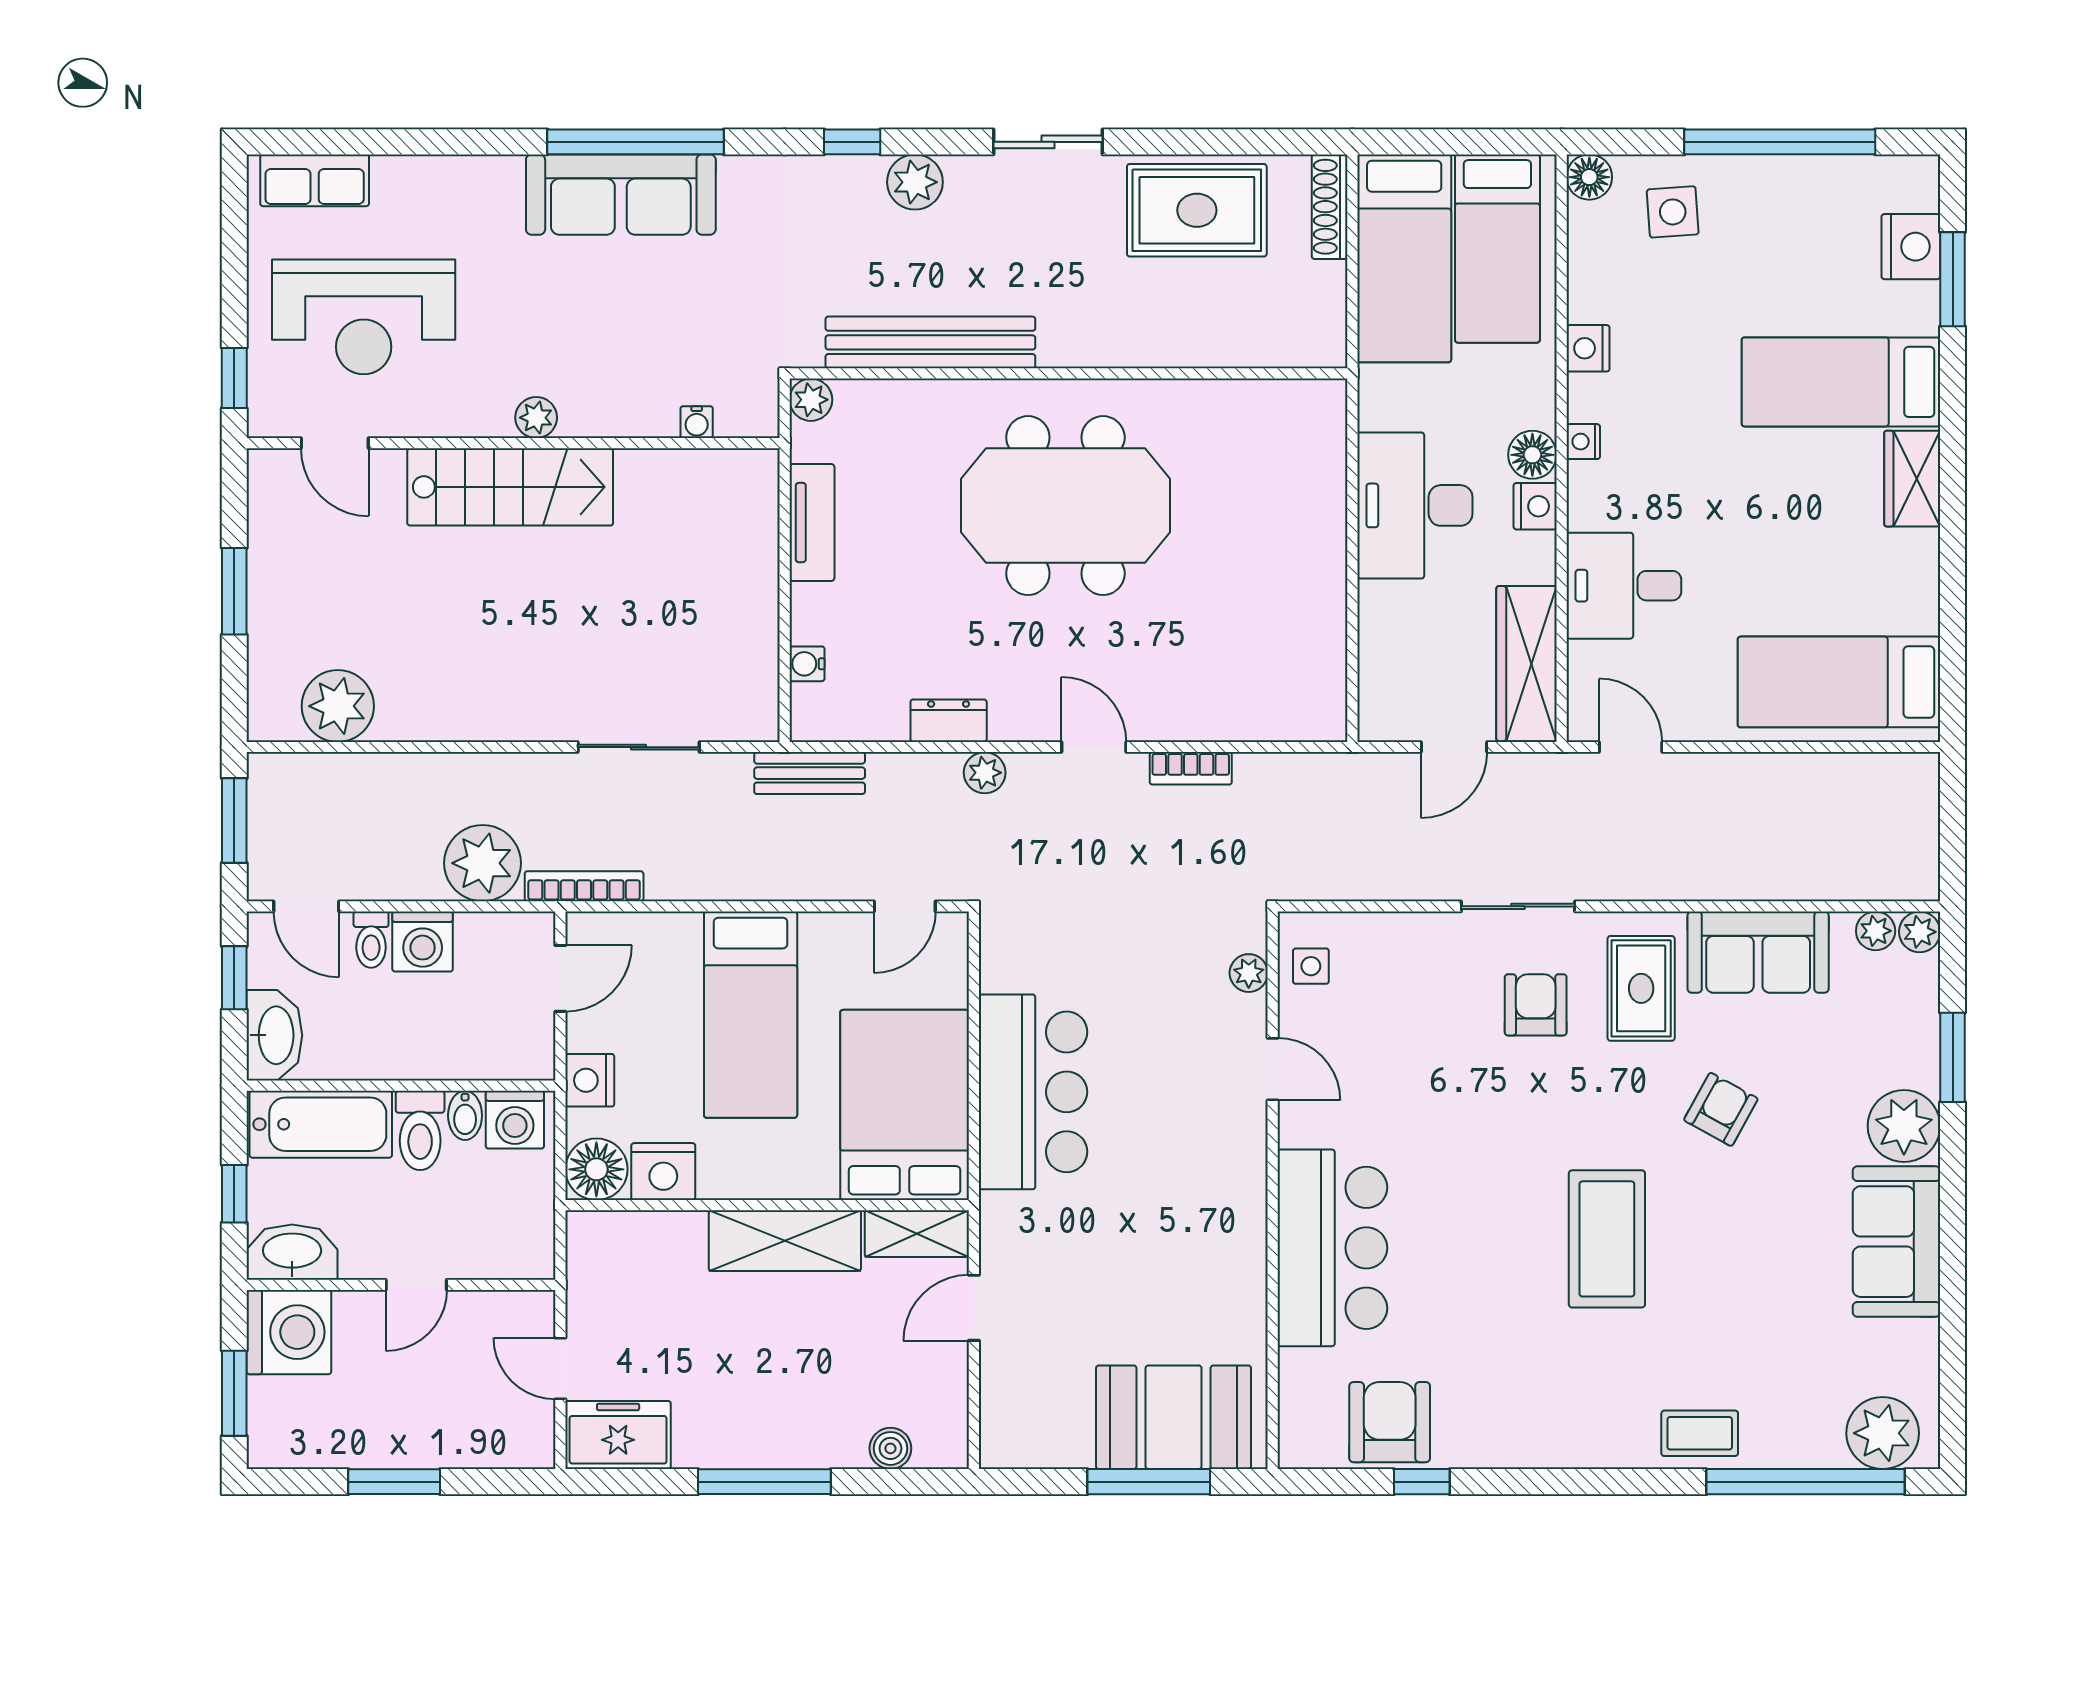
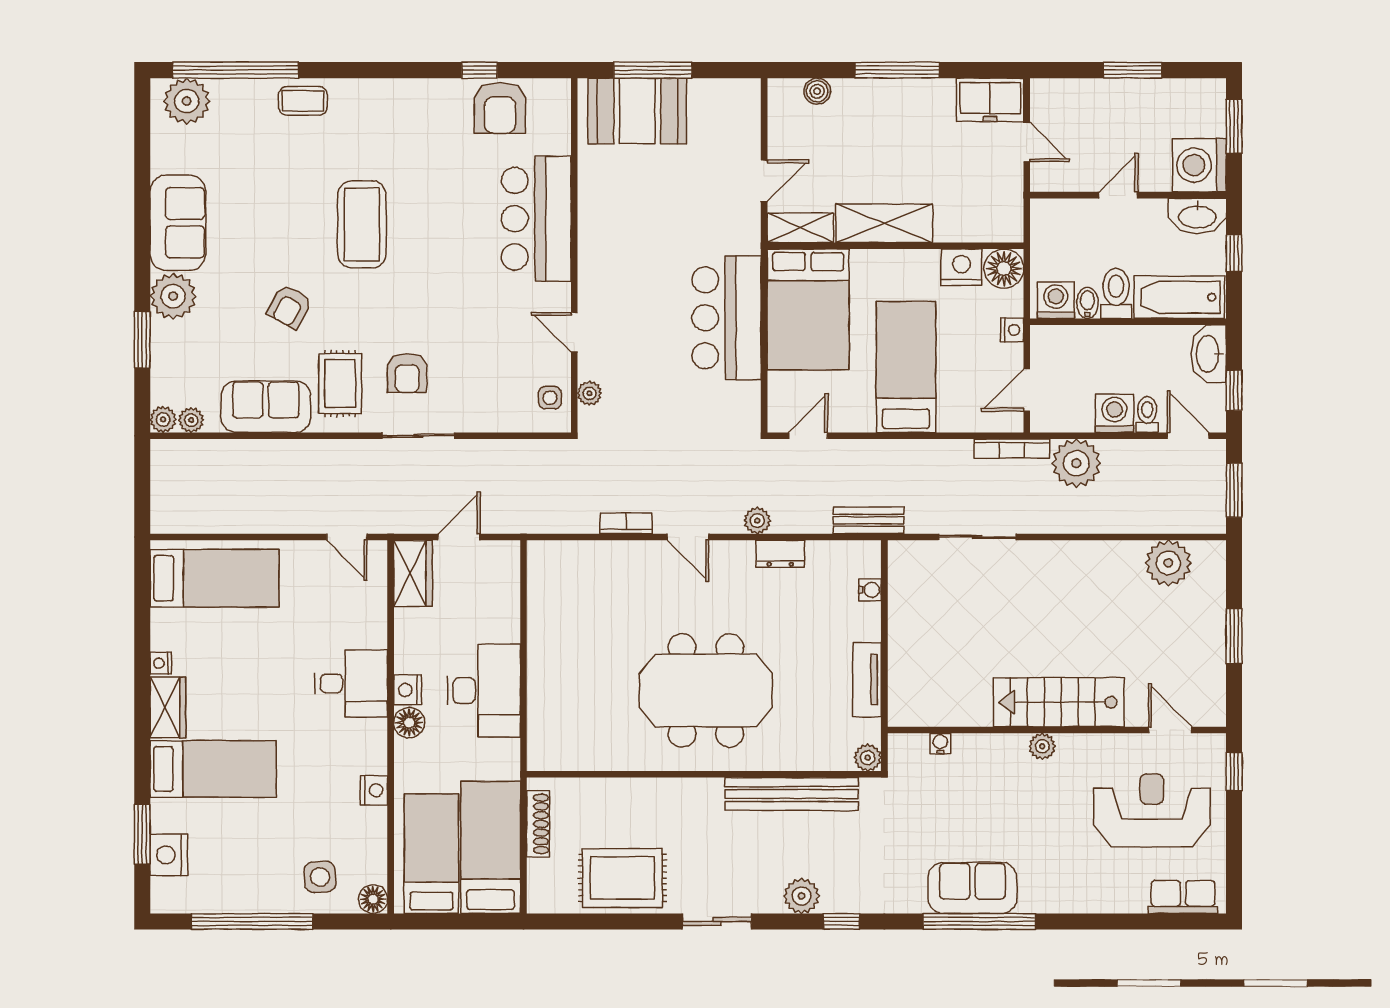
sofa: (621, 195) -> (972, 888), width x0.73
shoe rack: (1330, 207) -> (538, 824), moved
nightstand: (1583, 442) -> (161, 663), moved, turned 180
desk: (1624, 586) -> (351, 684), moved
wardrobe: (1527, 664) -> (413, 573), width x0.67
nightstand: (590, 1080) -> (1012, 330), width x0.72, depth x0.74

